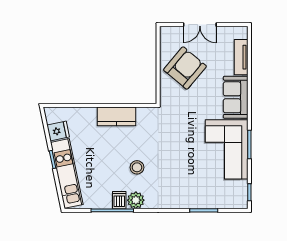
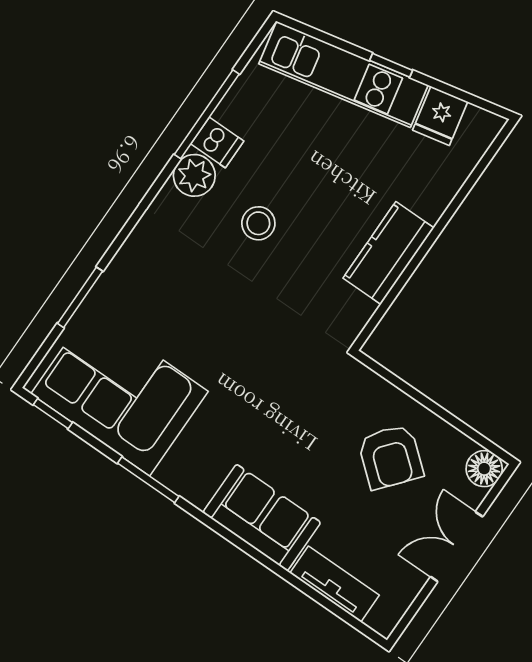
floor lamp: (167, 34) -> (484, 469), added
armchair: (185, 68) -> (391, 457), width x0.73, depth x0.73
corner sofa: (227, 149) -> (120, 393), moved

